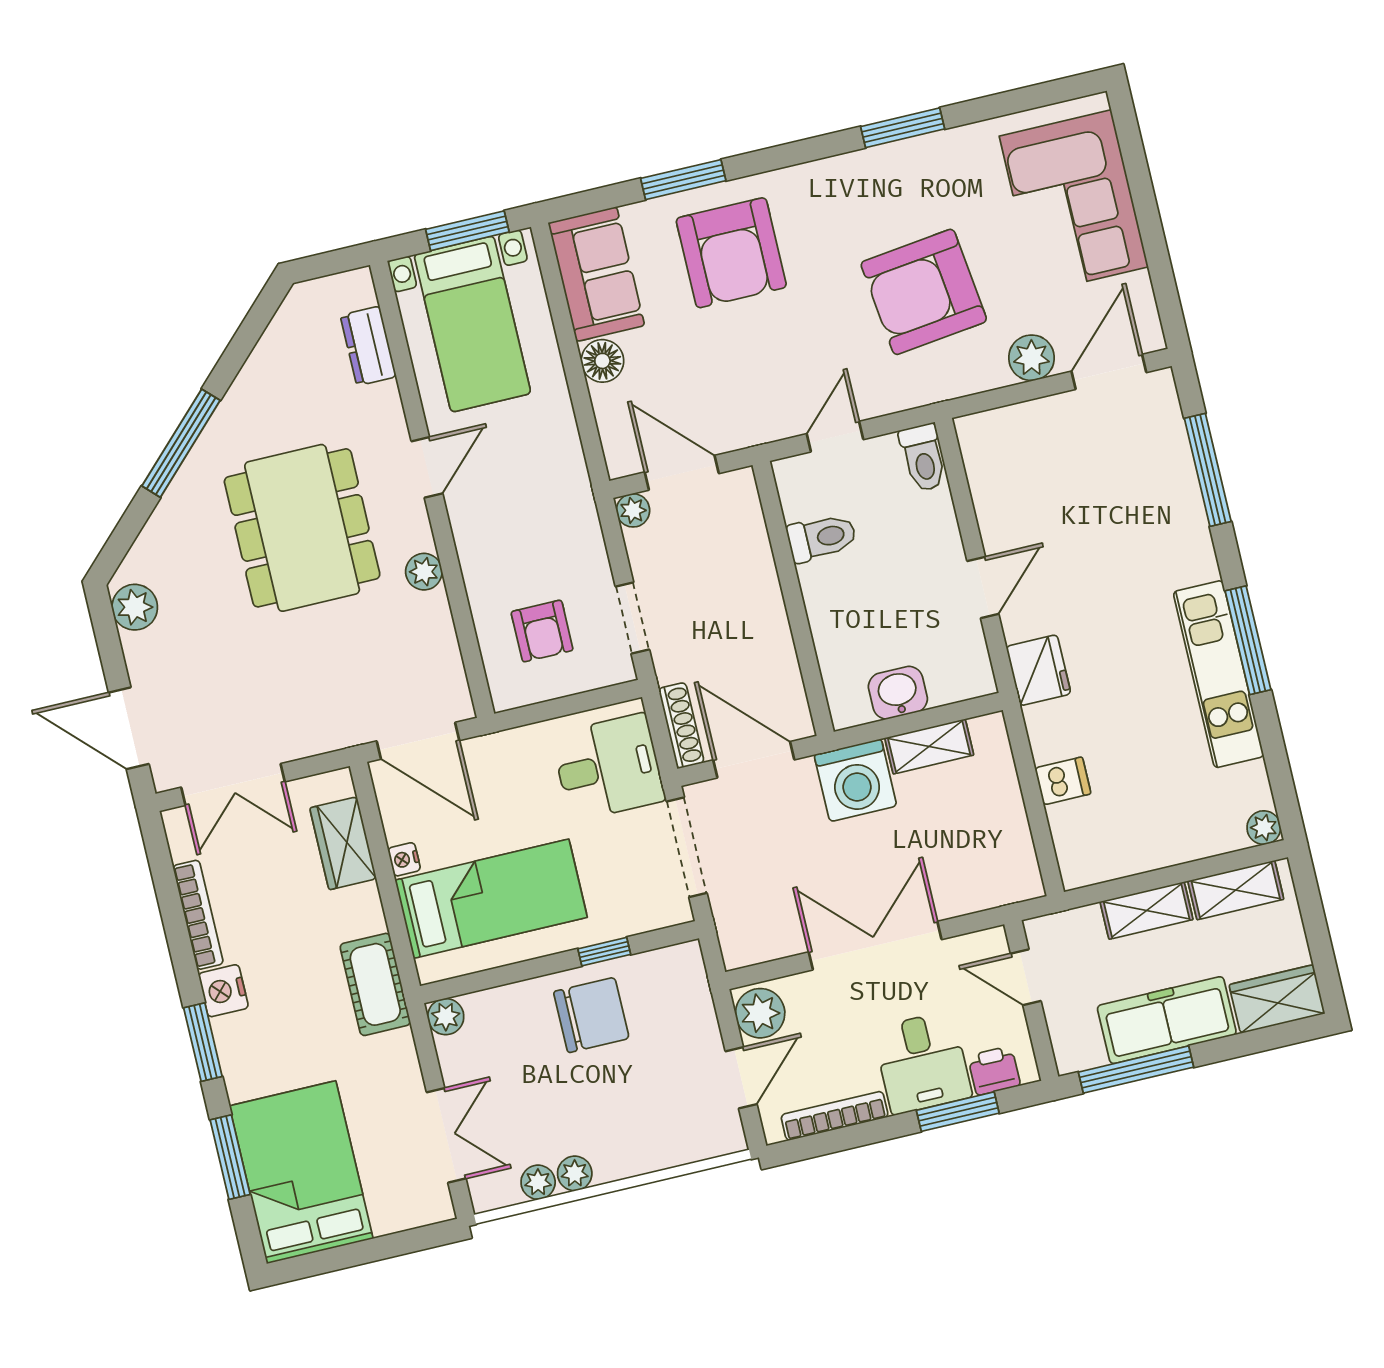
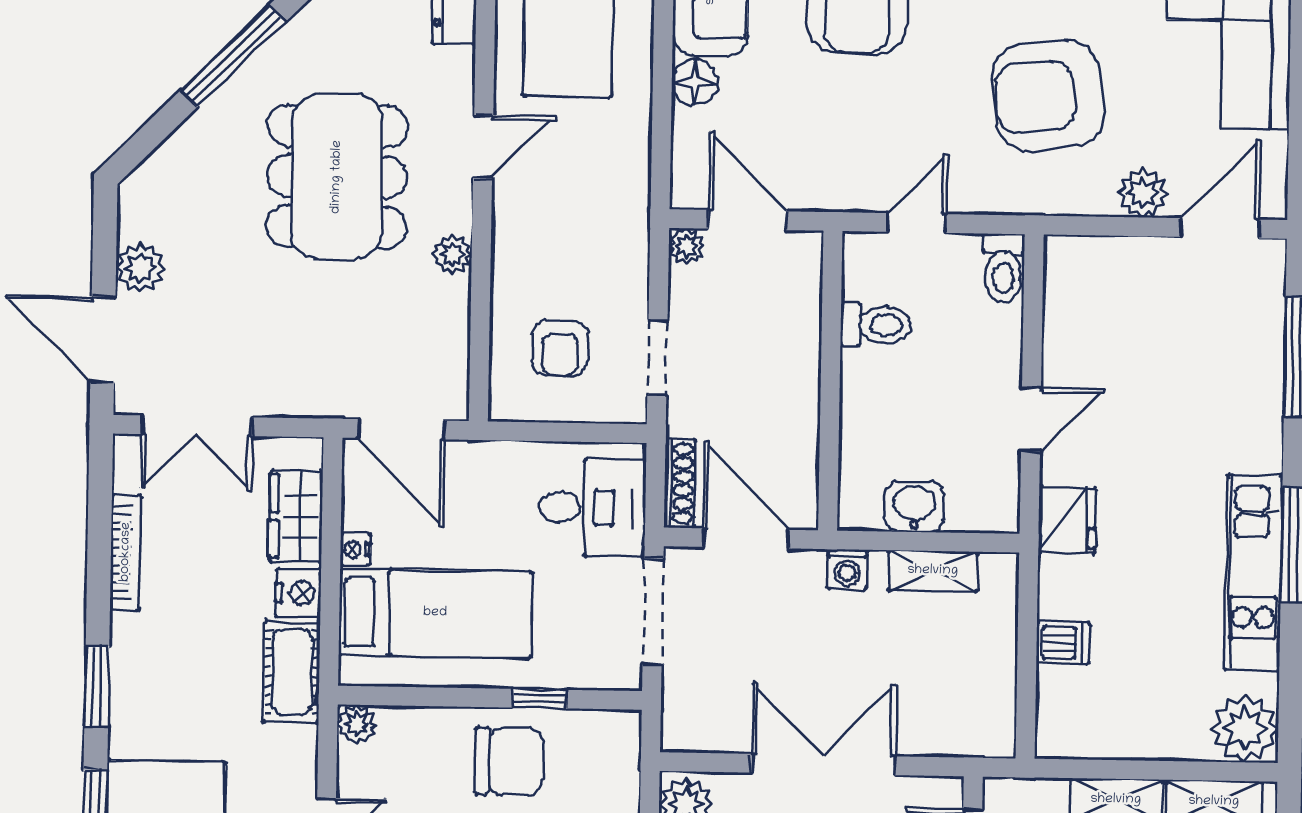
plant: (135, 607) -> (140, 268), moved
washing machine: (855, 780) -> (847, 569), width x0.53, depth x0.53
plant: (1264, 828) -> (1245, 729), width x1.88, depth x1.88
nightstand: (223, 991) -> (298, 593), moved, turned 180

